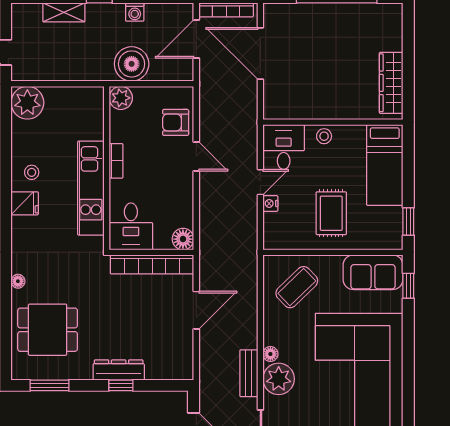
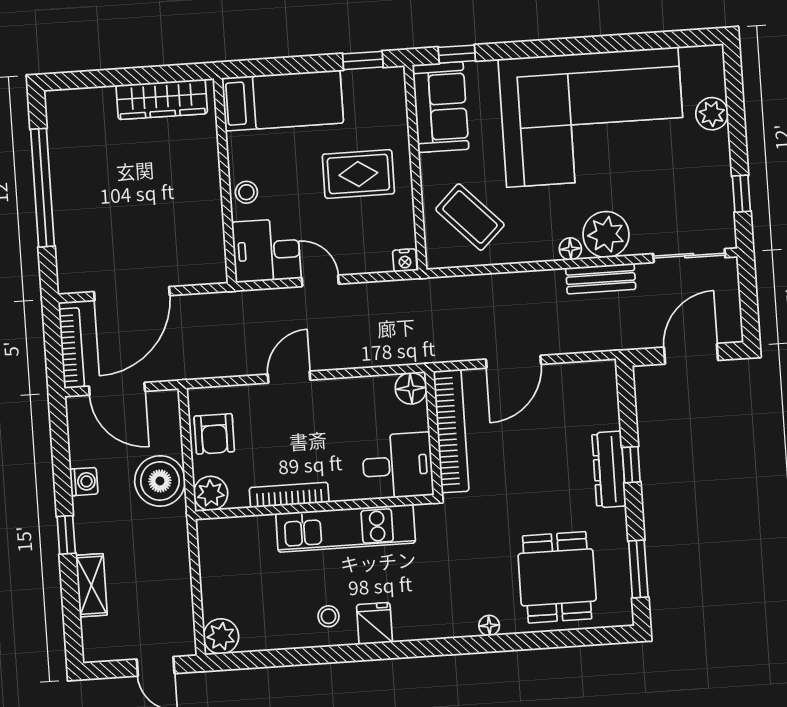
plant: (27, 103) -> (221, 636), width x0.73, depth x0.73
armchair: (176, 122) -> (214, 434), moved
bookcase: (116, 161) -> (289, 495), width x1.56
nightstand: (270, 203) -> (405, 260), moved
door: (196, 310) -> (514, 362), swing flipped

